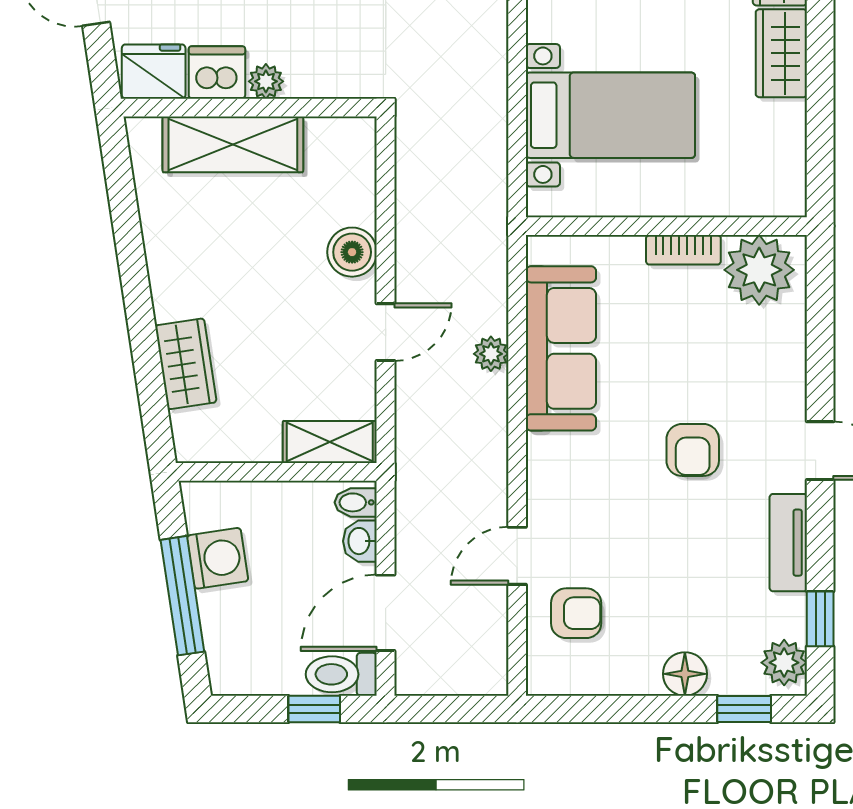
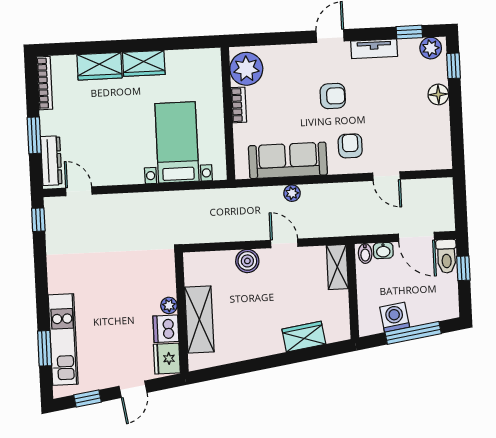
armchair: (576, 613) -> (350, 146), moved

